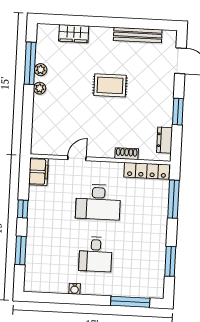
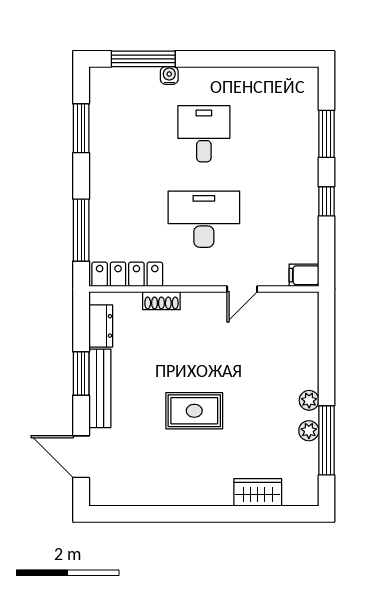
bench: (138, 35) -> (100, 388), moved, turned 90
filing cabinet: (38, 172) -> (304, 275), width x0.50
water cooler: (75, 289) -> (169, 75), moved

